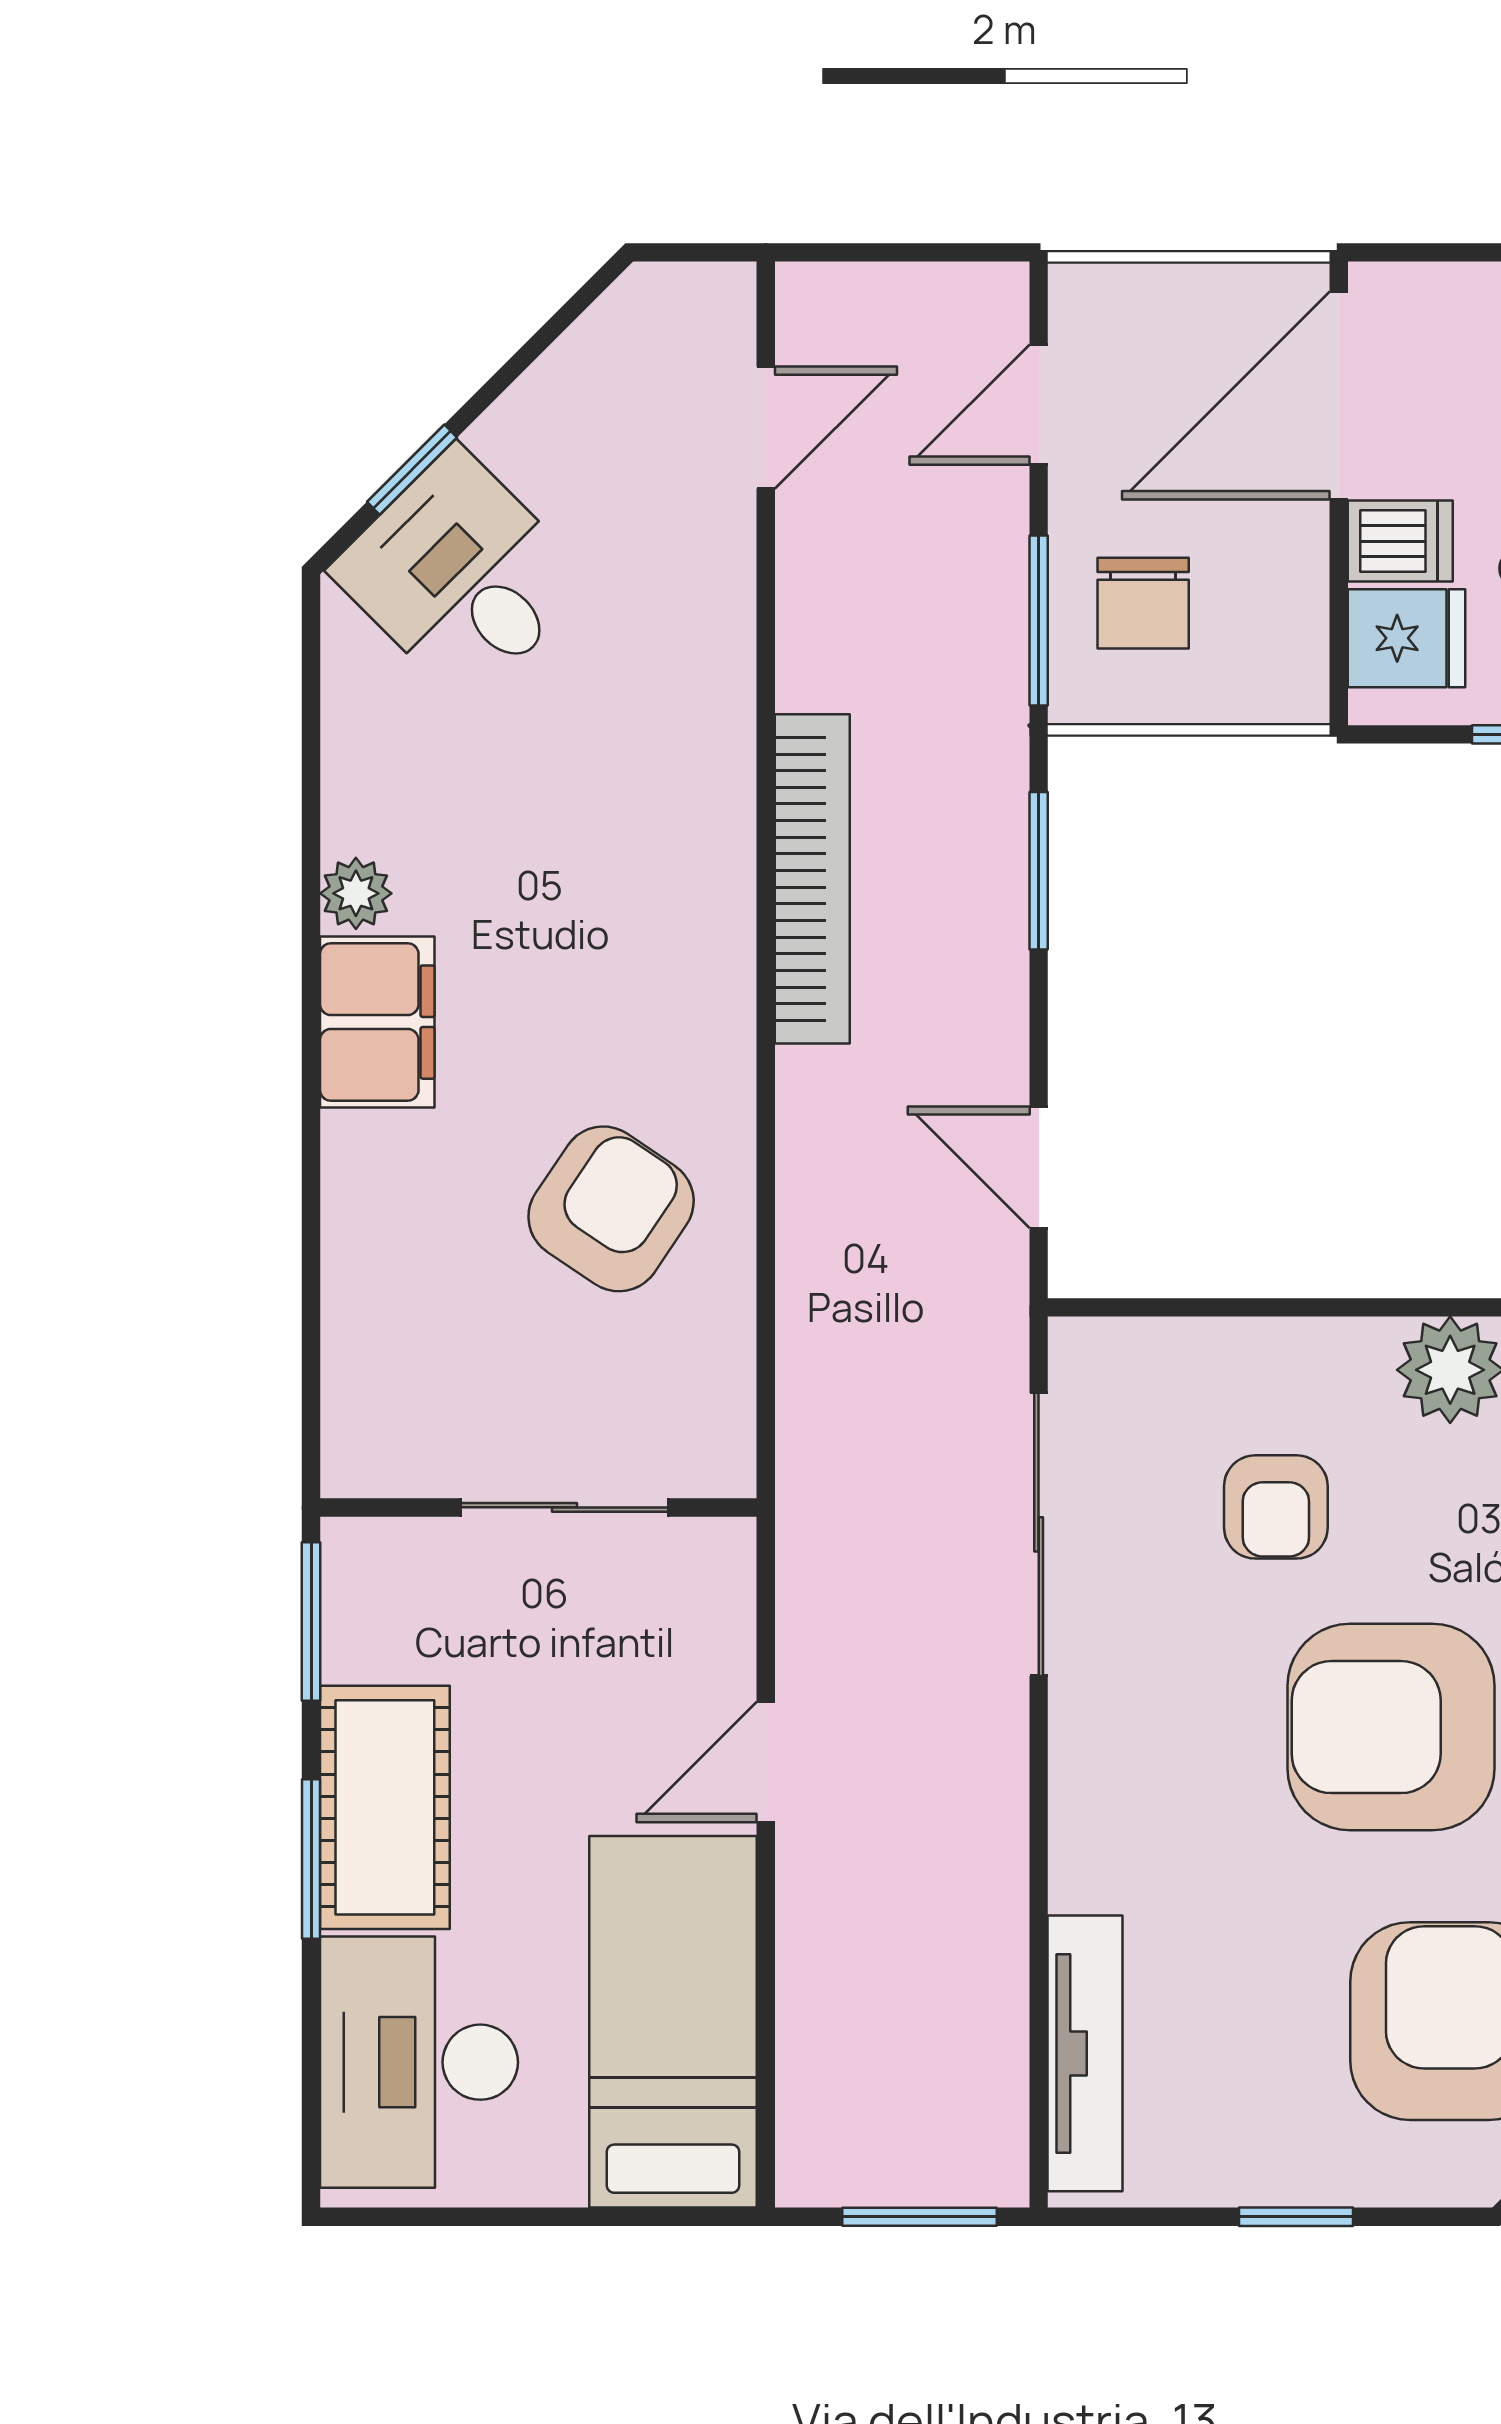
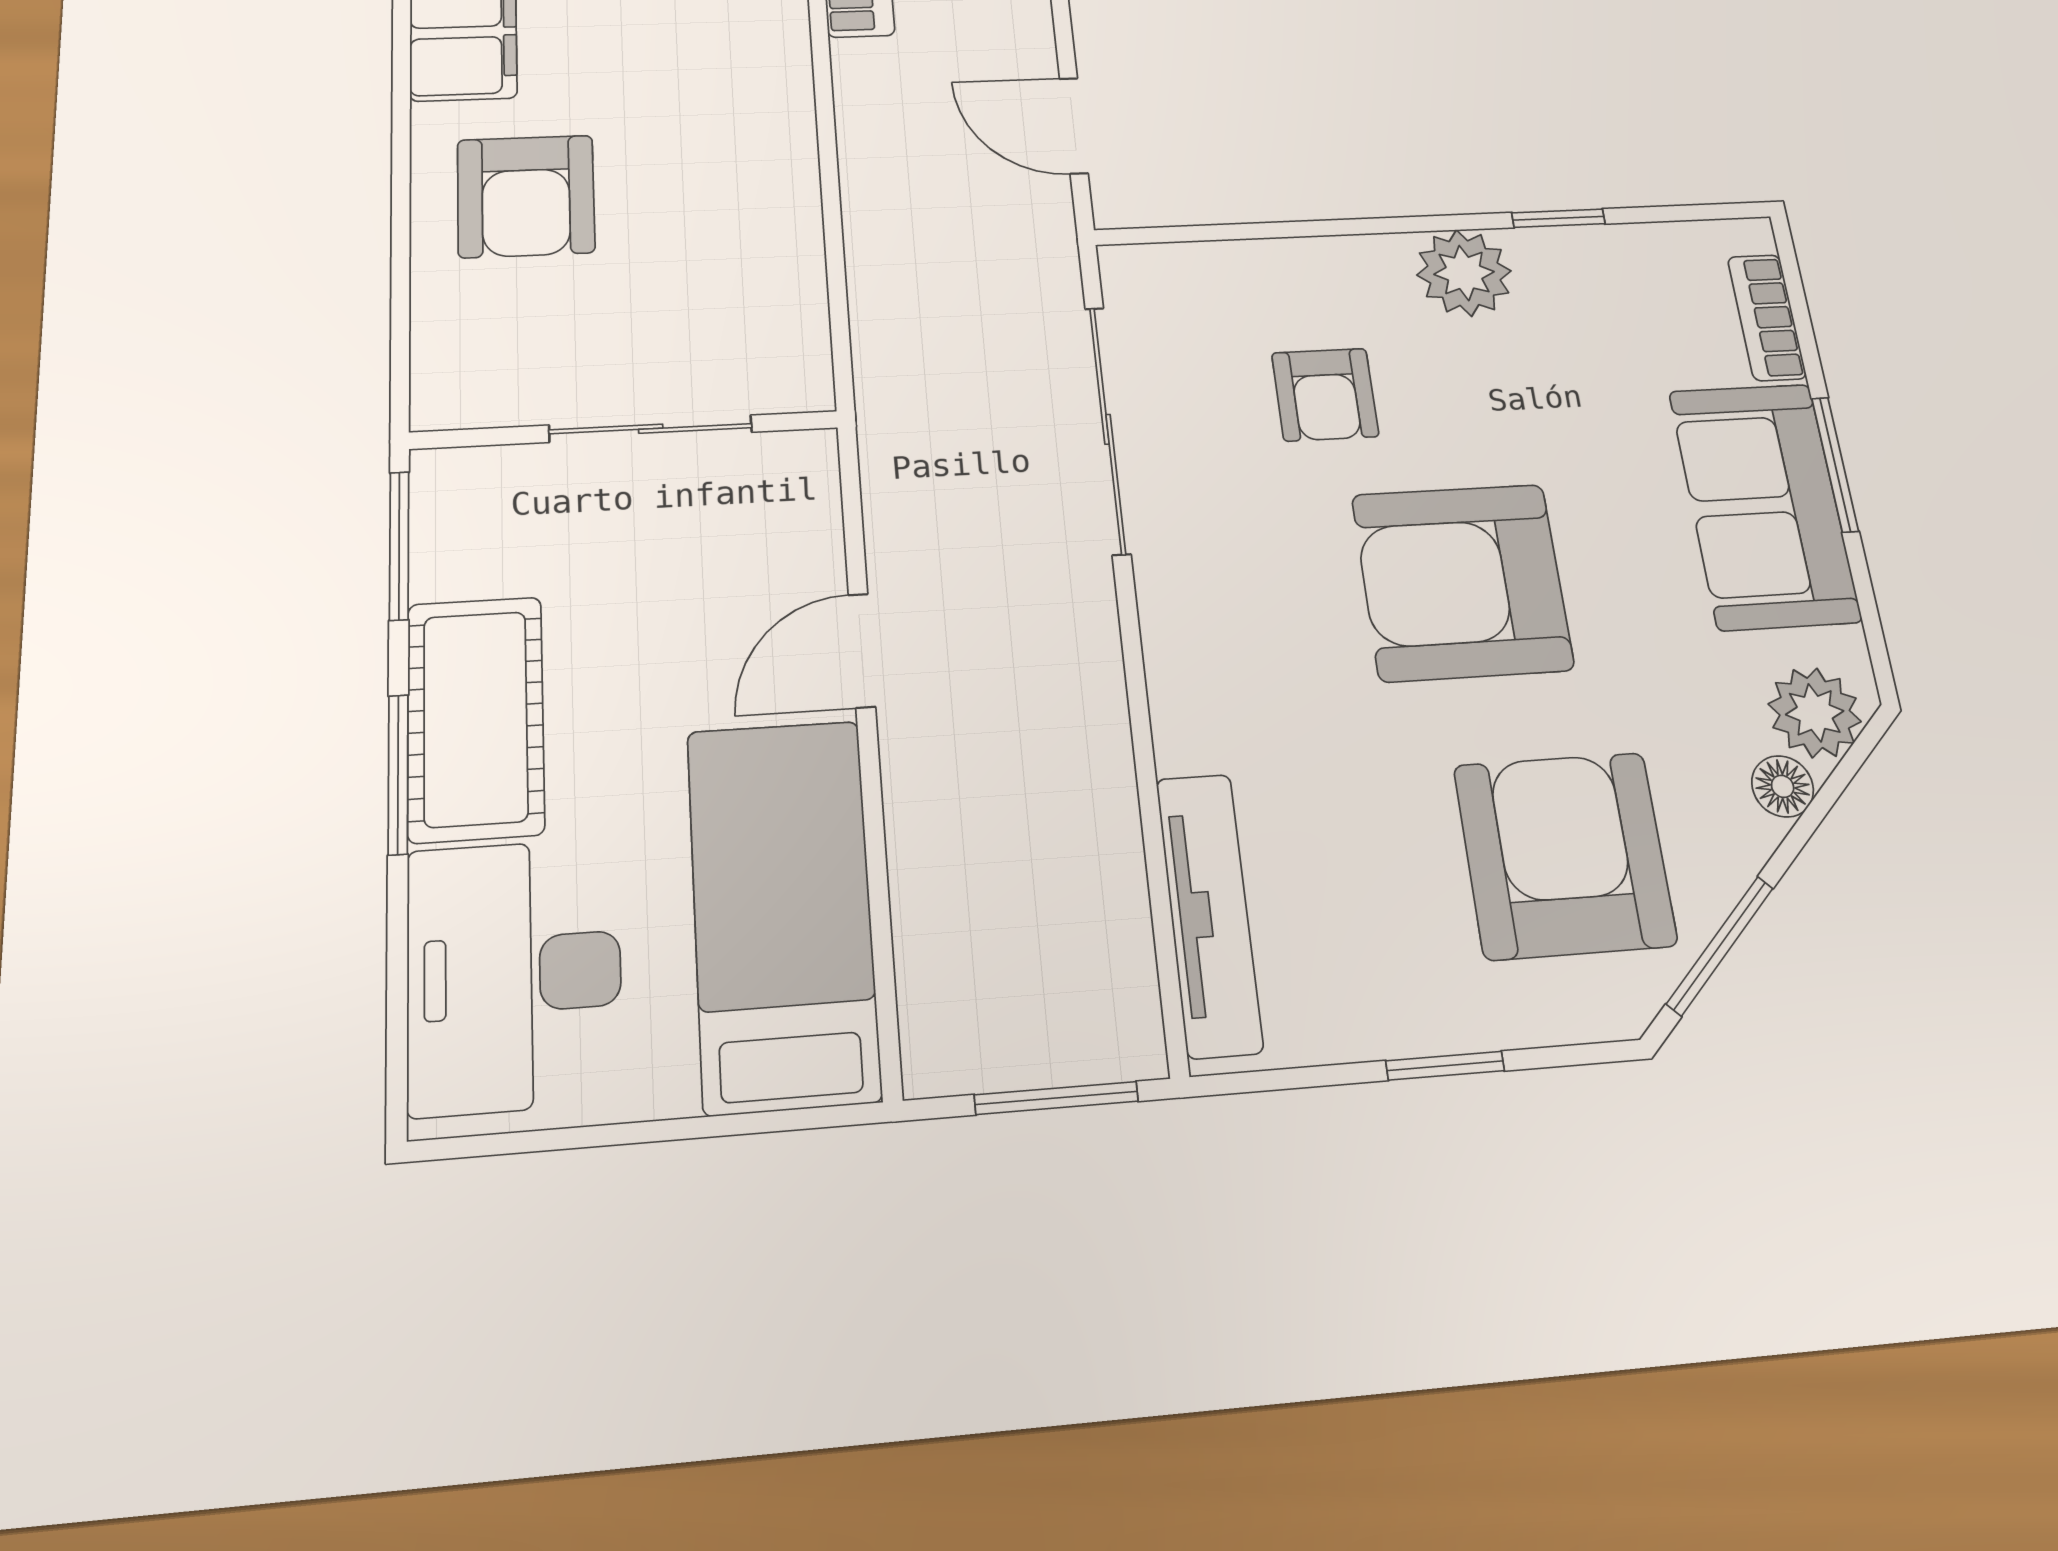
armchair: (611, 1209) -> (526, 196), moved, turned 146

